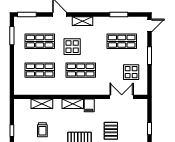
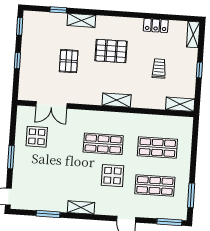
shelving: (82, 21) -> (81, 207), moved
shop shelf: (122, 41) -> (46, 178), removed
shelving: (42, 104) -> (180, 104), moved
filing cabinet: (89, 105) -> (95, 96), removed

